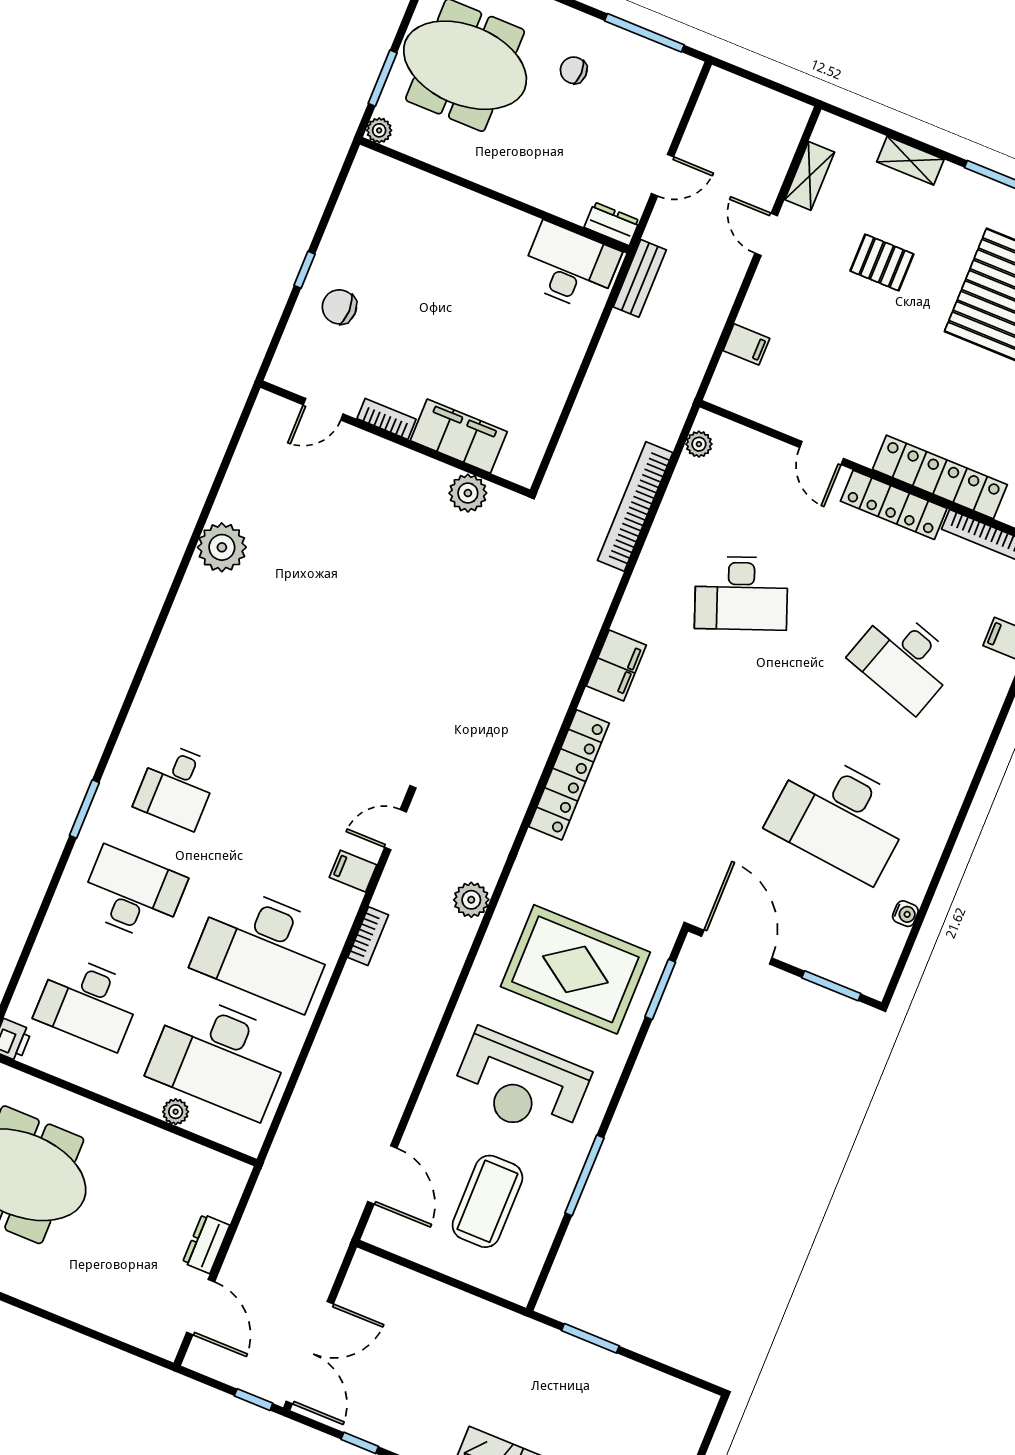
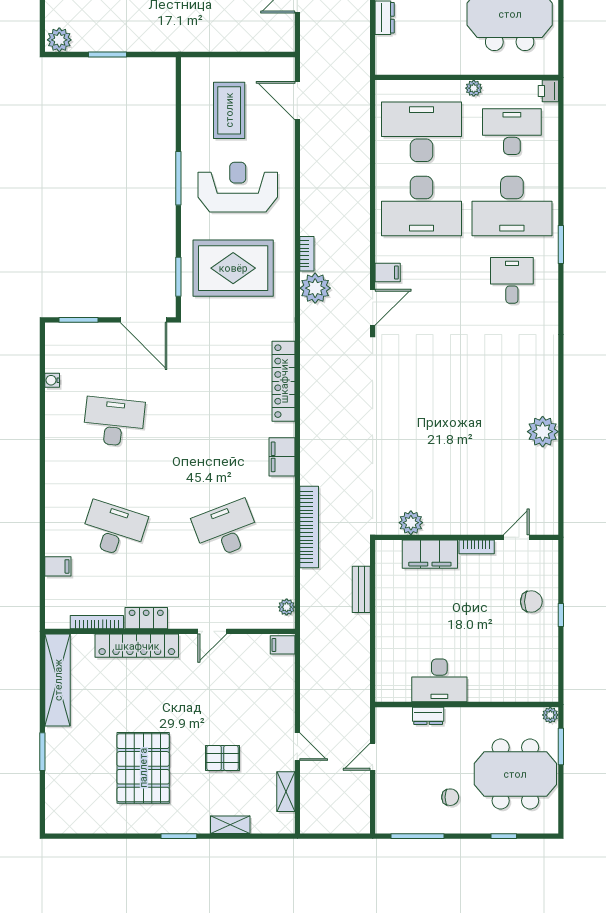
dresser: (612, 224) -> (428, 716), moved
desk: (570, 267) -> (439, 680), moved
bench: (640, 278) -> (361, 589), moved
filing cabinet: (746, 344) -> (283, 645), moved
door: (822, 453) -> (212, 631), swing flipped
locker: (894, 505) -> (146, 618), width x0.66
bookcase: (635, 506) -> (309, 527), moved
desk: (840, 816) -> (114, 422), width x0.73, depth x0.77
door: (395, 830) -> (373, 307), width x1.38
desk: (133, 894) -> (512, 206), width x1.36, depth x1.30
plant: (471, 900) -> (315, 288), width x1.36, depth x1.36
bookcase: (368, 936) -> (307, 254), moved, turned 180
desk: (264, 948) -> (422, 206), turned 180
plant: (176, 1112) -> (474, 88), moved
window: (584, 1175) -> (178, 178), moved
window: (590, 1338) -> (107, 55), moved
plant: (693, 1405) -> (59, 40), added

